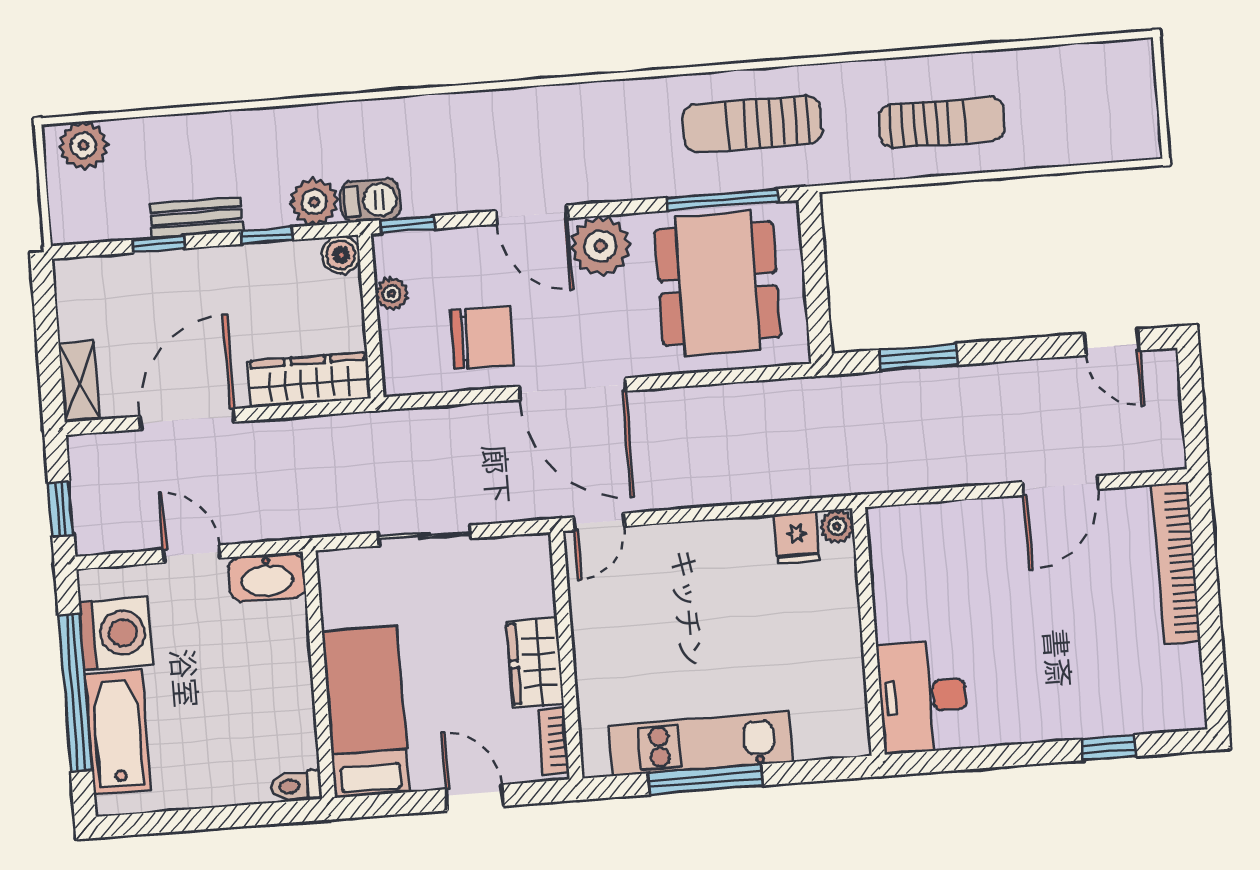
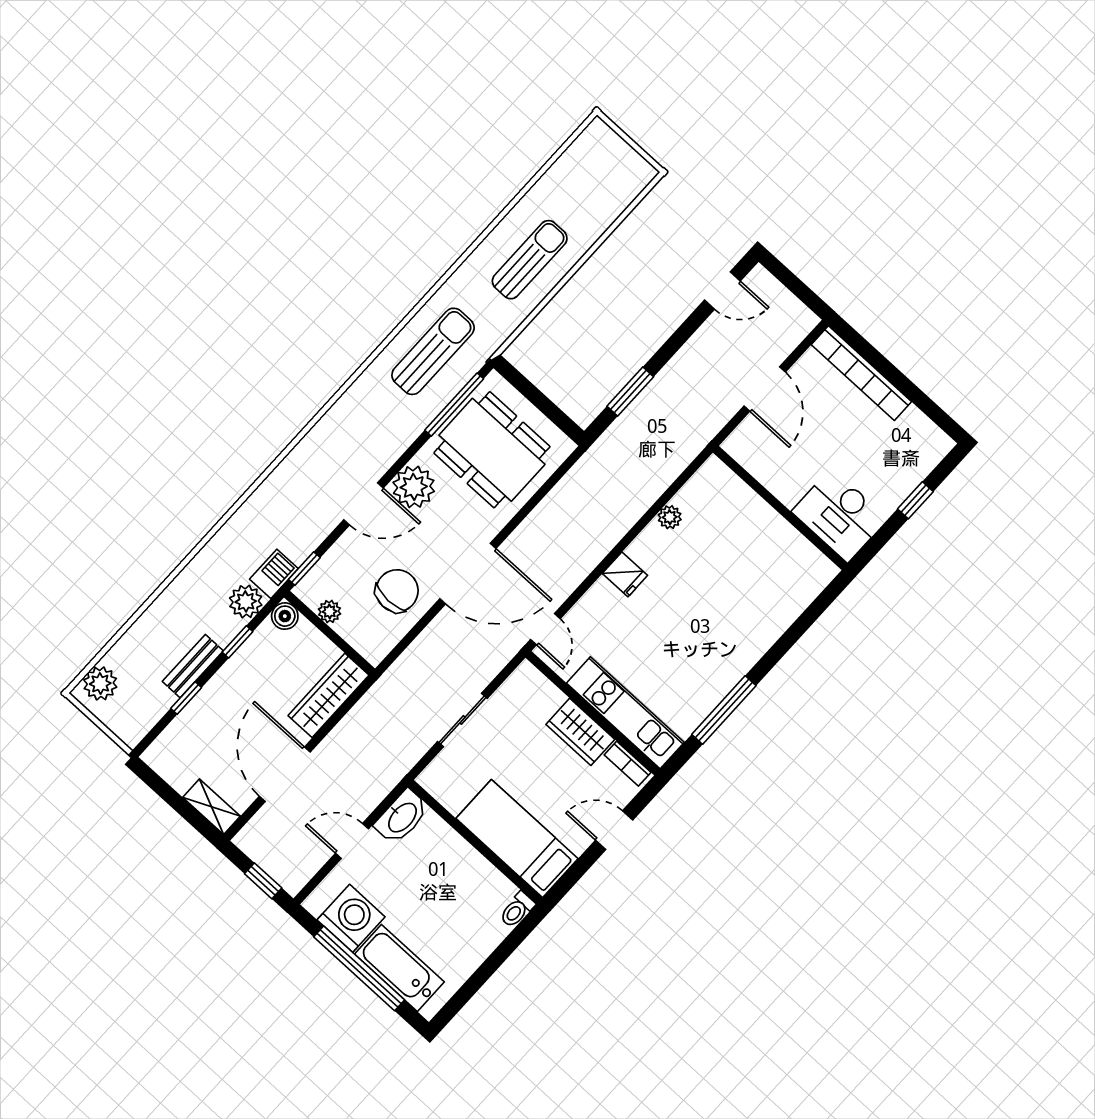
sun lounger: (752, 124) -> (433, 351), turned 180
fridge: (797, 537) -> (625, 574), moved
wall: (868, 631) -> (780, 508), moved
desk: (923, 697) -> (840, 515), moved
kitchen unit: (701, 744) -> (625, 713), moved, turned 90

